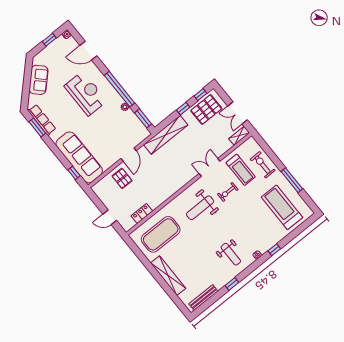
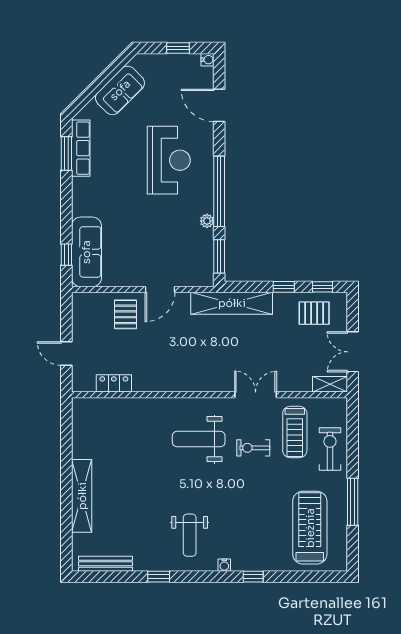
pallet: (206, 109) -> (314, 313), width x0.67, depth x0.71
sofa: (79, 157) -> (86, 252), width x0.74, depth x0.79
exercise mat: (161, 234) -> (117, 432), removed

